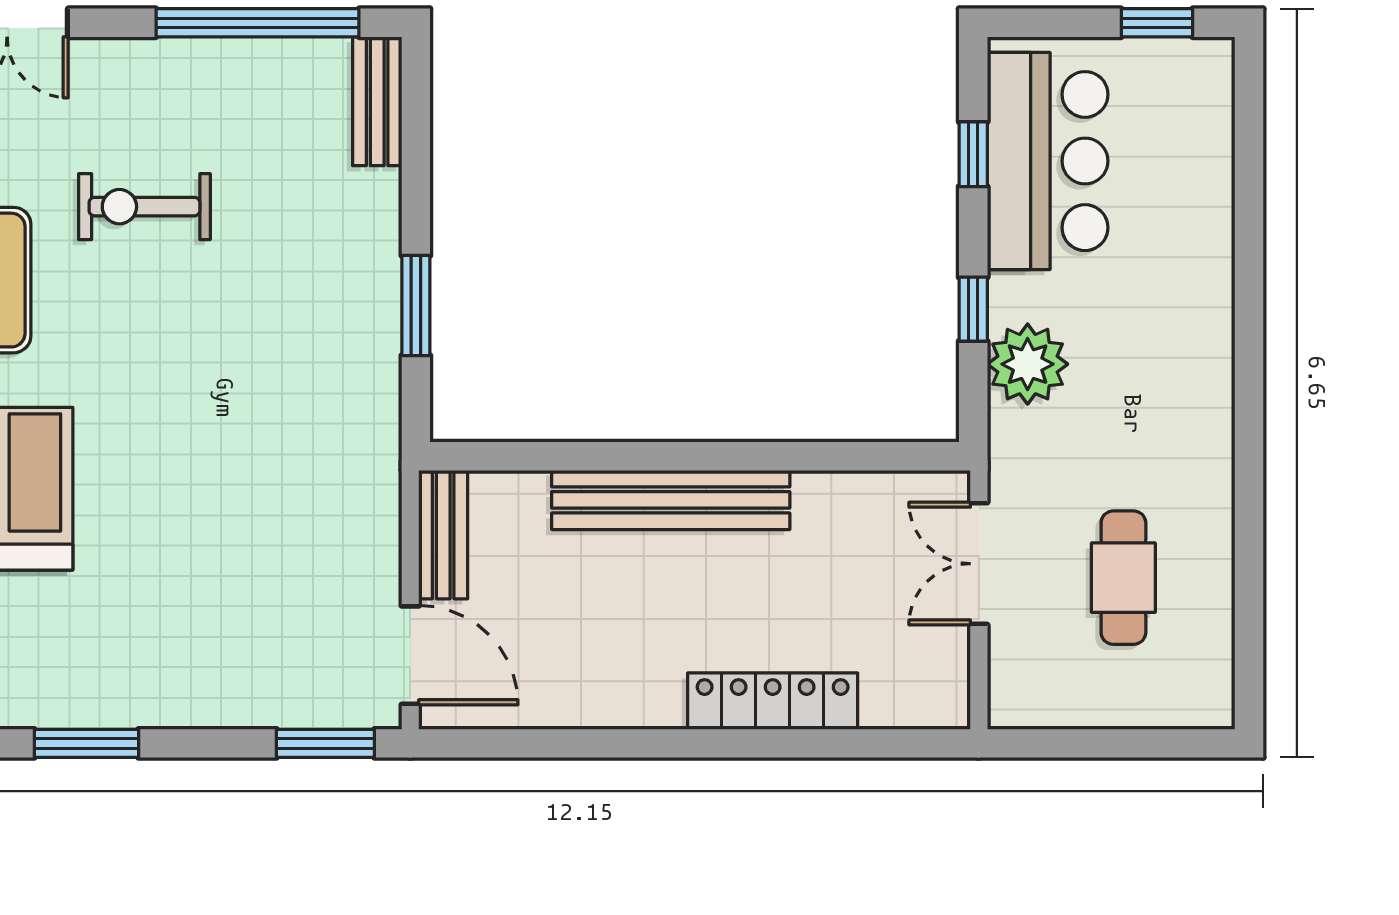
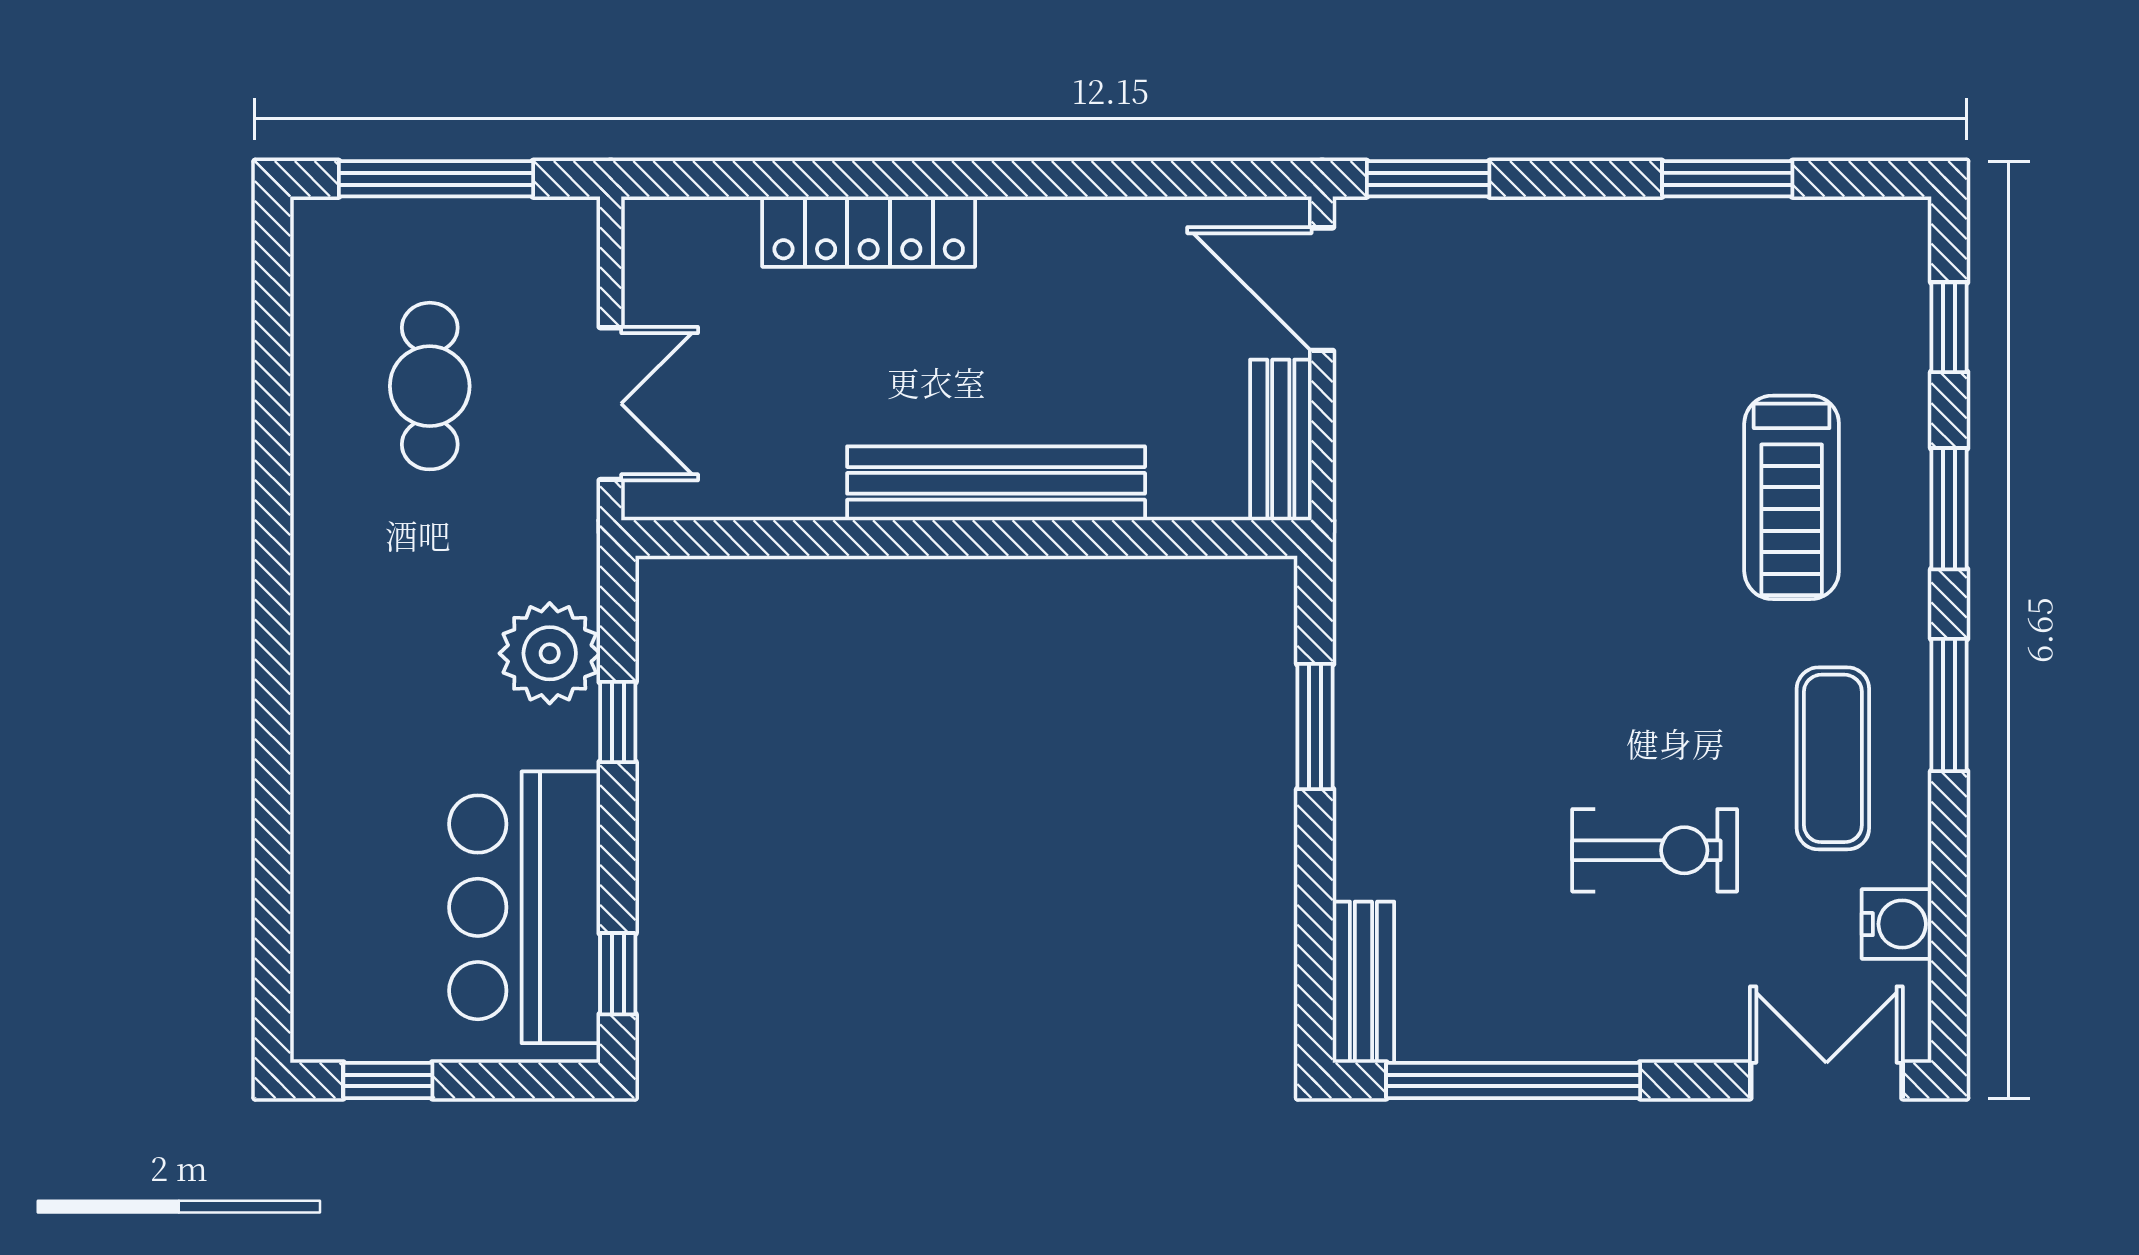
window: (973, 154) -> (618, 974), moved
window: (1118, 743) -> (436, 179), added

